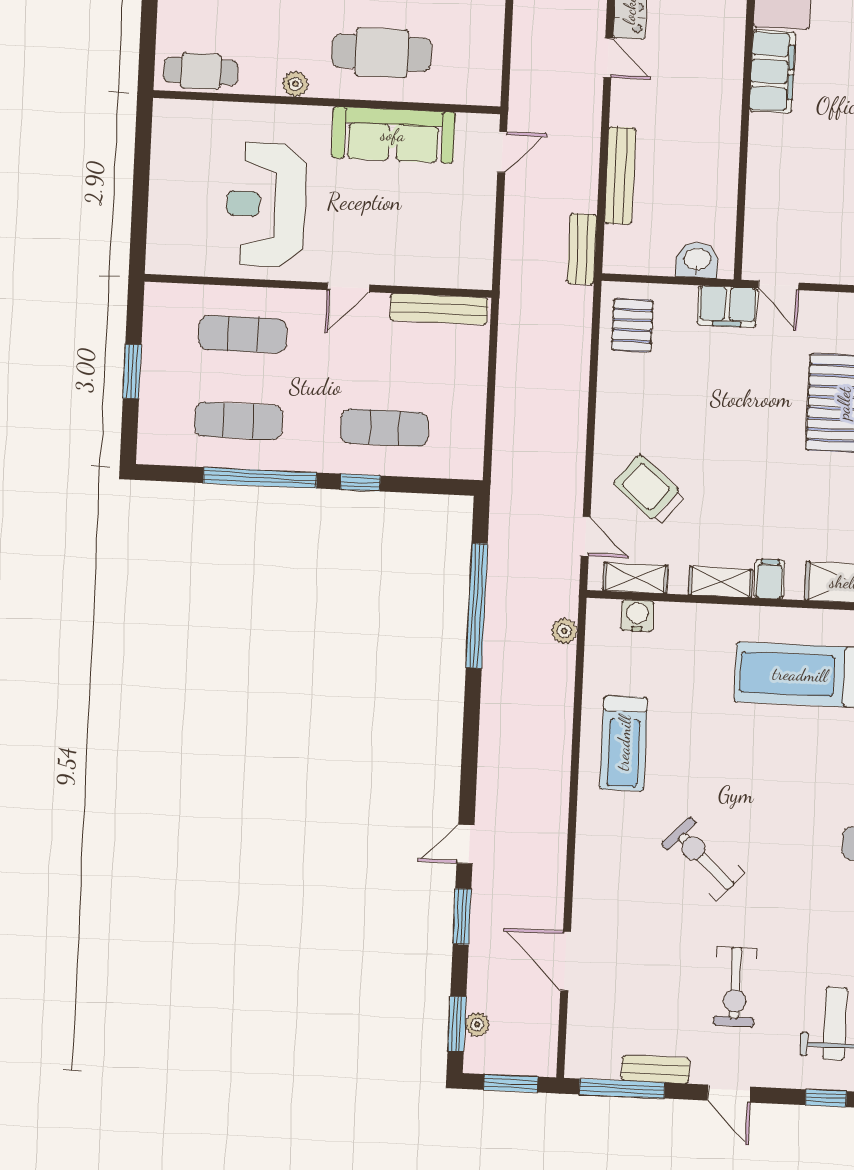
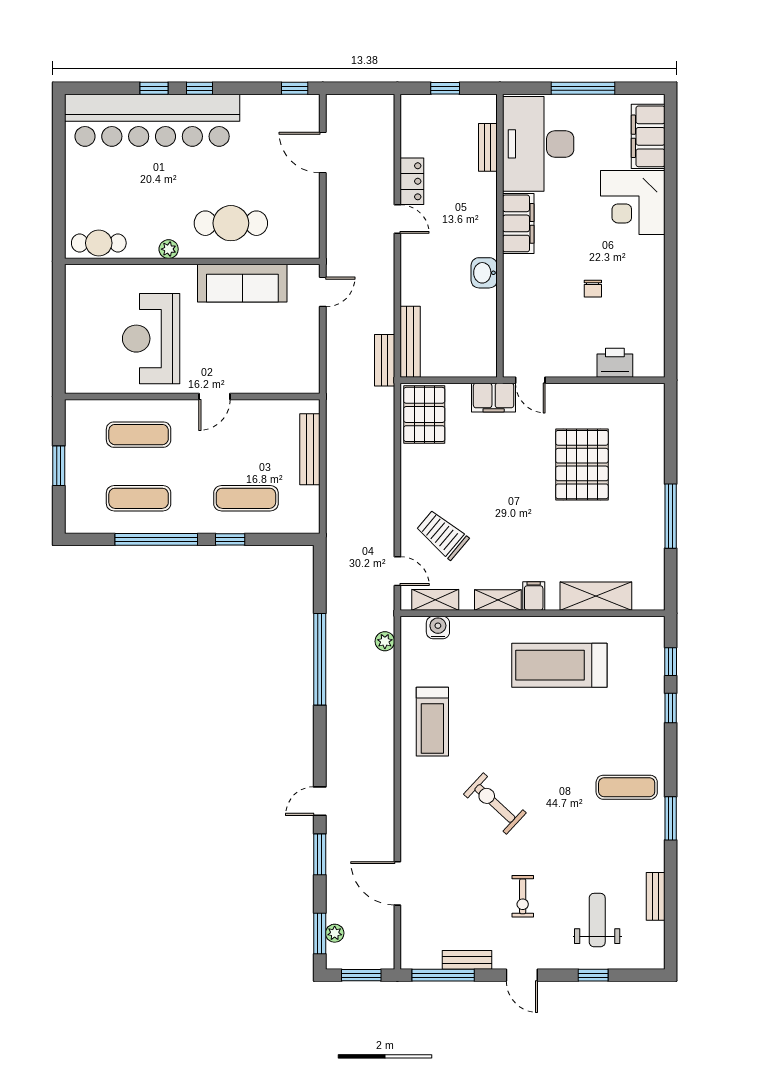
bench: (620, 176) -> (410, 342), moved
washbasin: (697, 260) -> (484, 273), moved, turned -90
bench: (439, 309) -> (310, 449), moved, turned 90
pallet: (632, 325) -> (424, 414), width x1.50, depth x1.42
window: (477, 606) -> (320, 659), moved
exercise bike: (735, 987) -> (523, 896), width x0.73, depth x0.72

